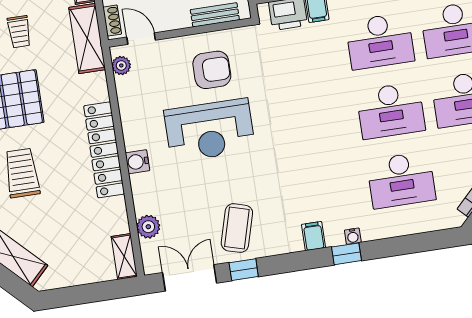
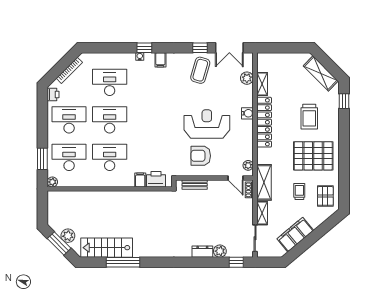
shelving: (124, 257) -> (262, 84), moved

